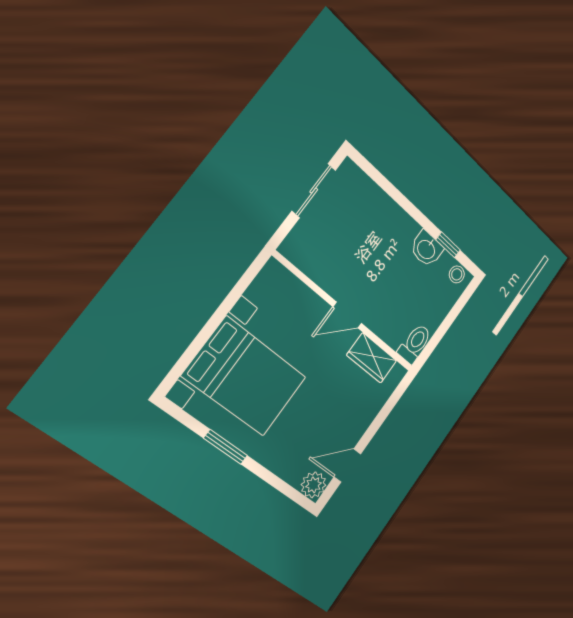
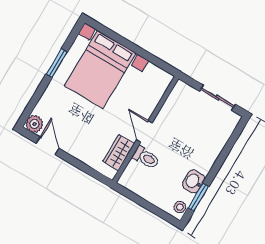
window: (448, 245) -> (198, 197), width x1.50
toilet: (415, 344) -> (146, 158), moved

